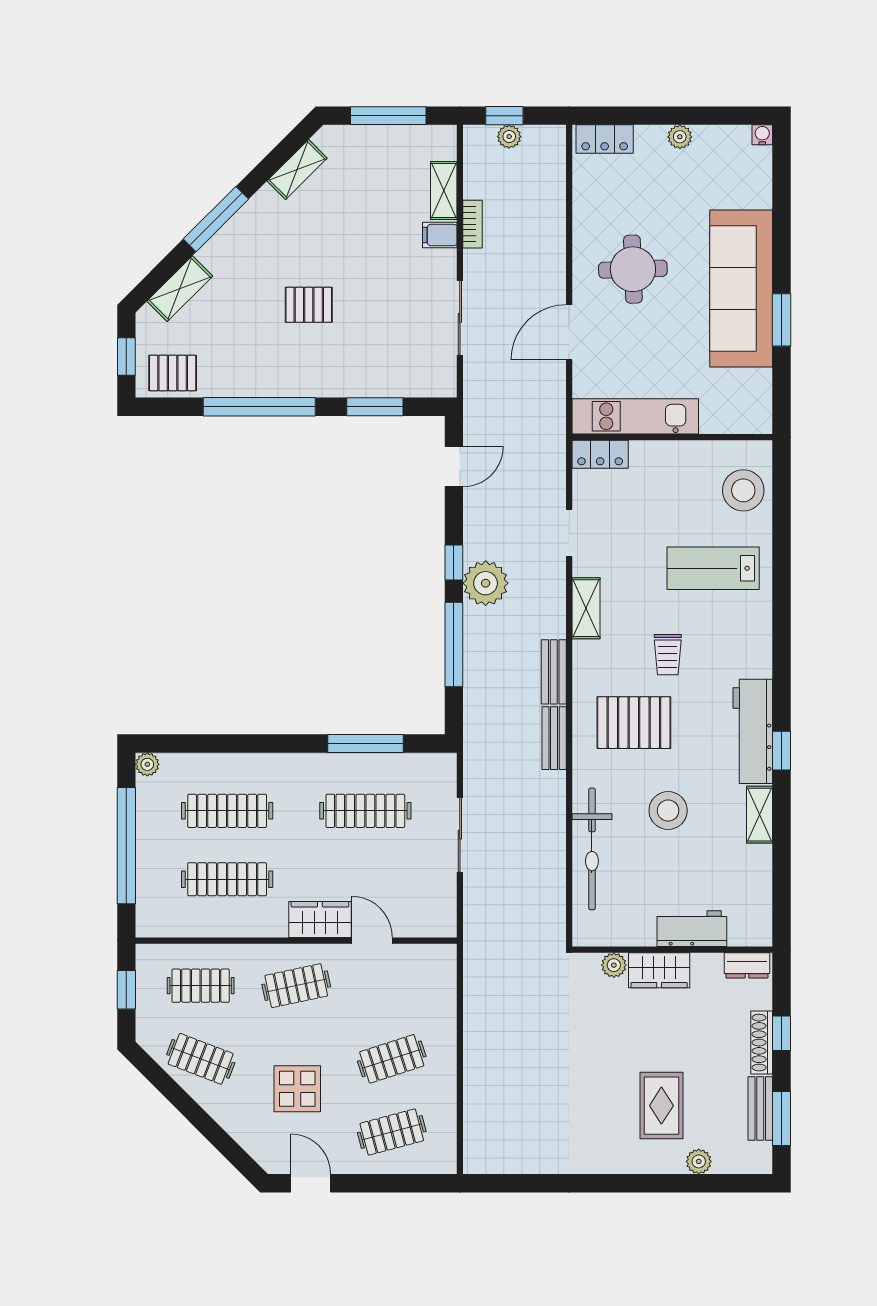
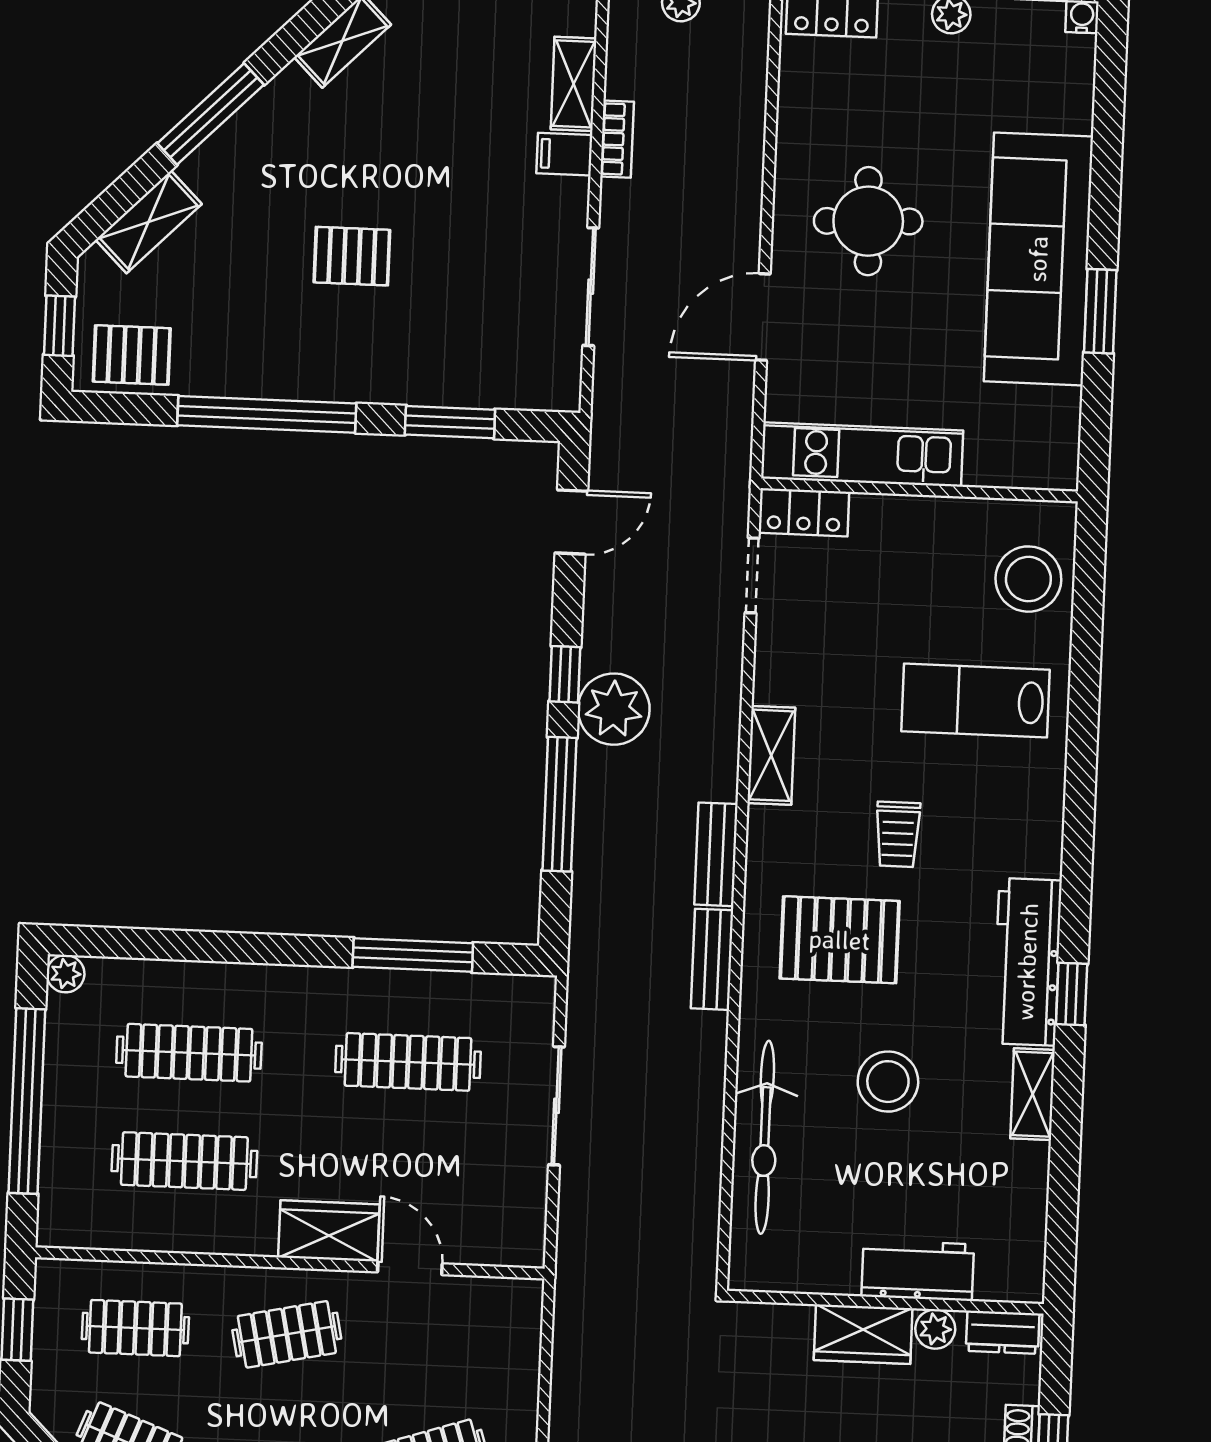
doorway: (569, 533) -> (752, 575), moved
plant: (614, 965) -> (935, 1329), moved

